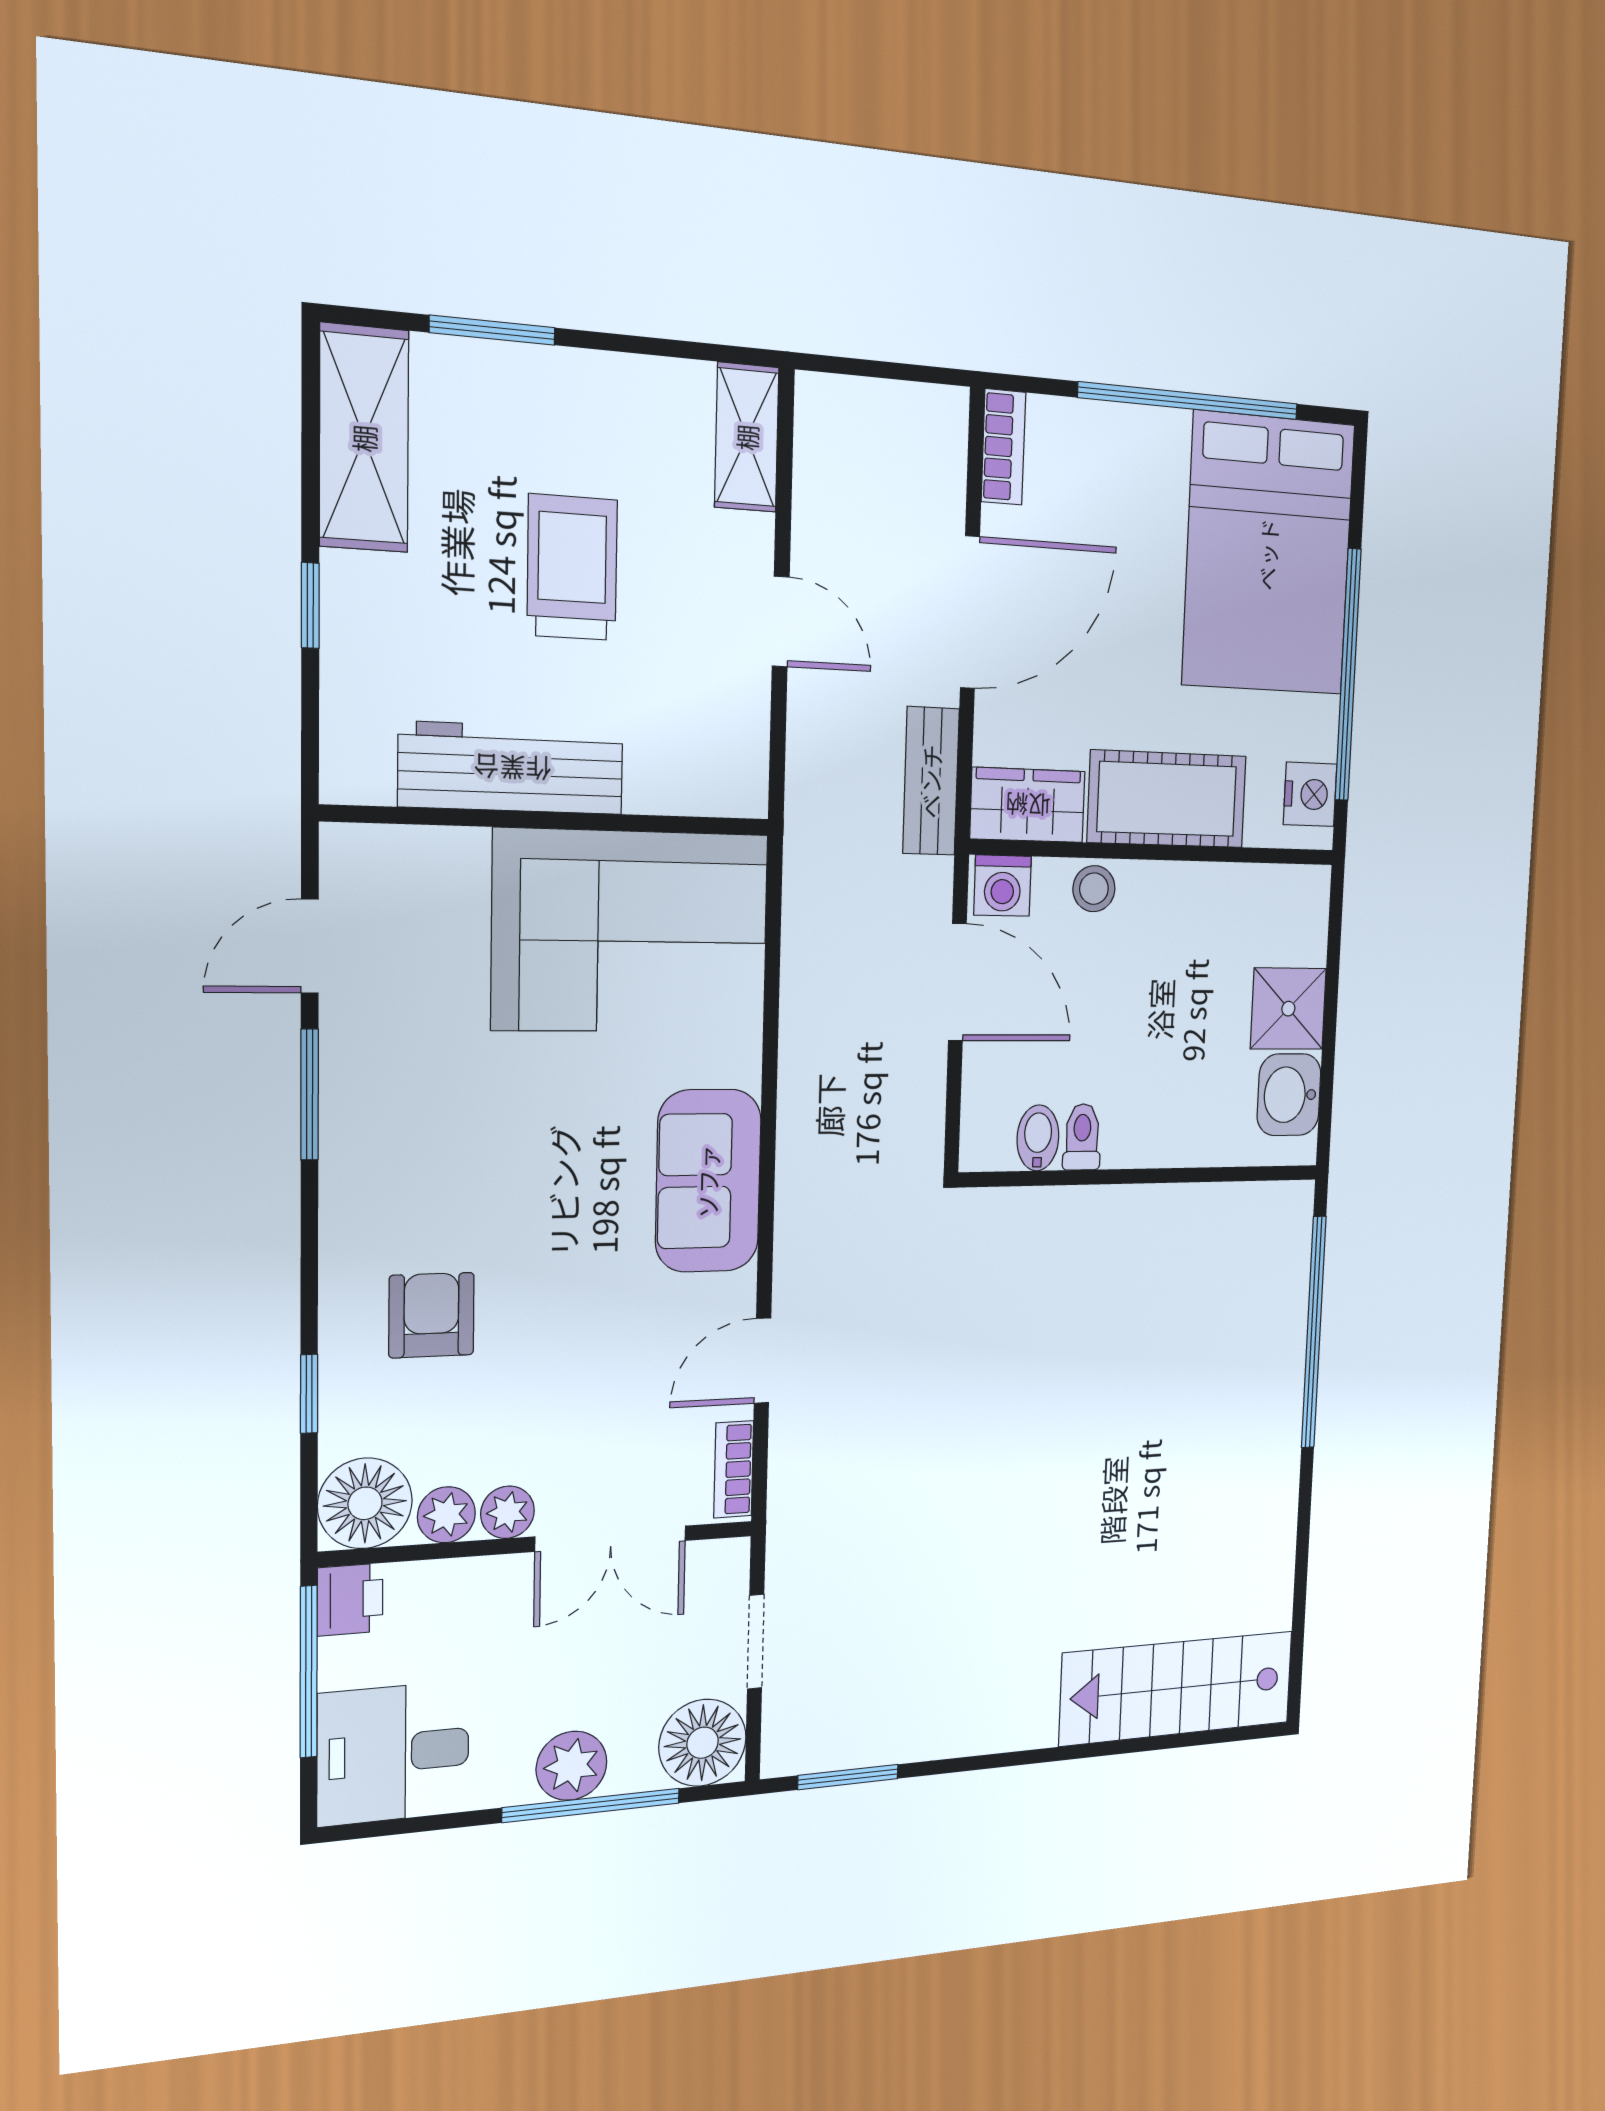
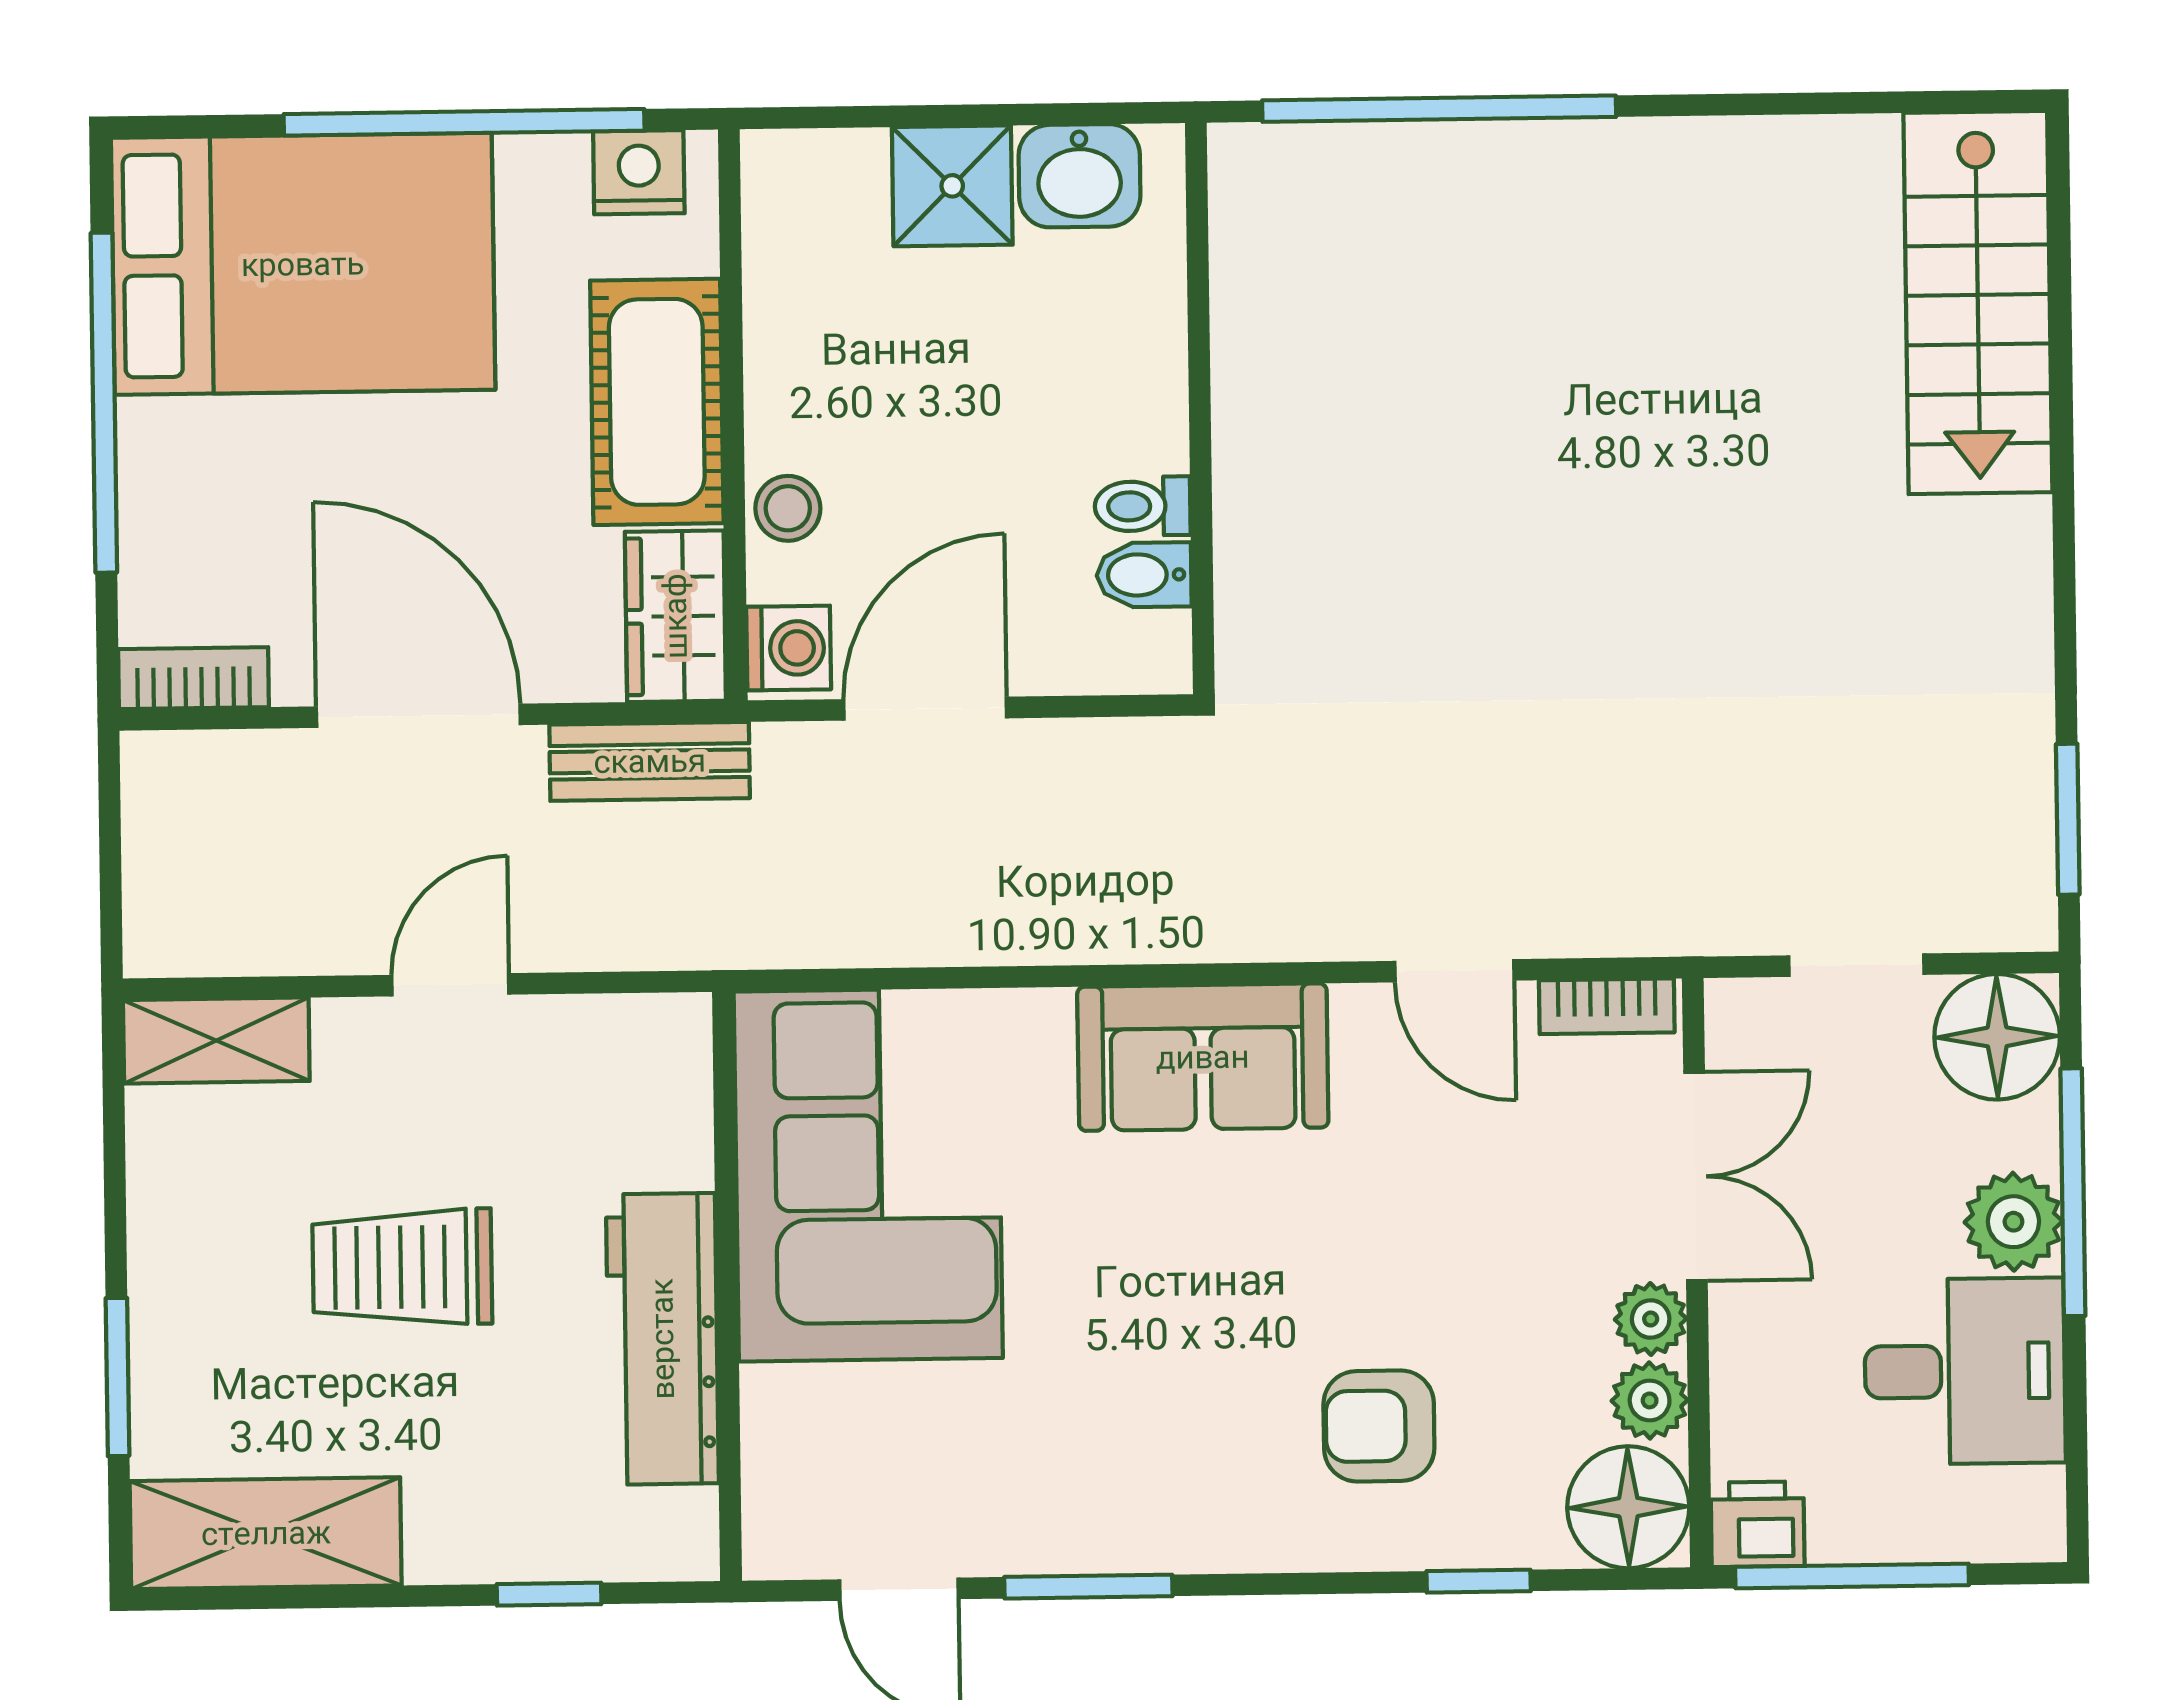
window: (310, 605) -> (549, 1594), moved
desk: (393, 1753) -> (1965, 1371), moved, turned -90

